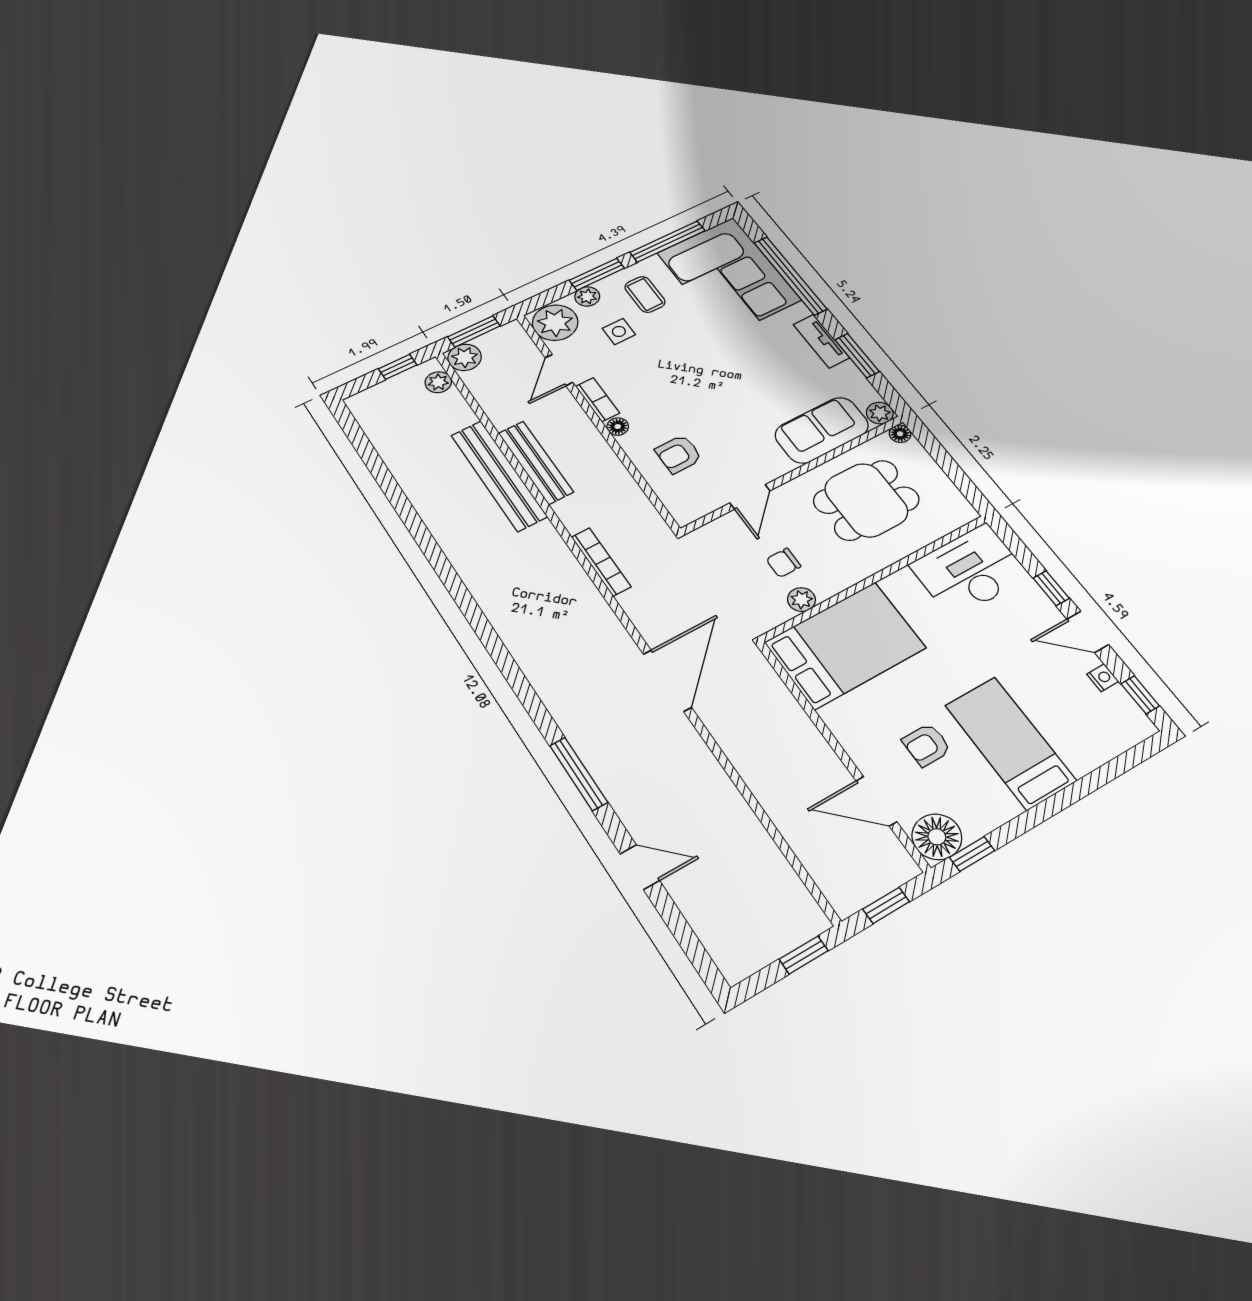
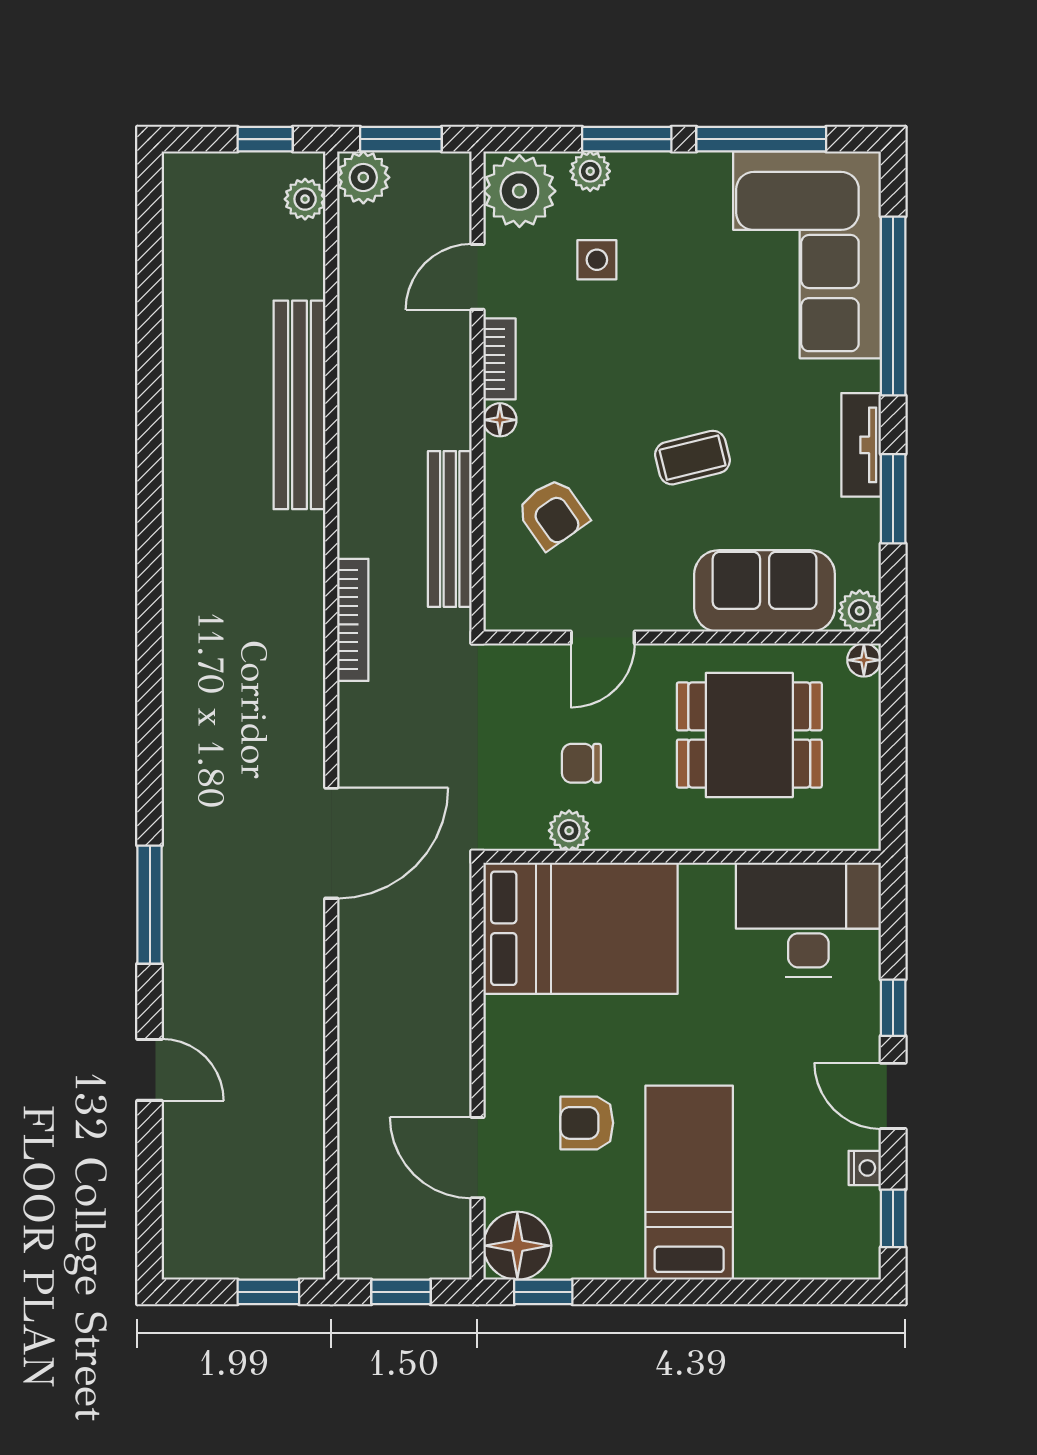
coffee table: (645, 294) -> (692, 458), moved, turned 76
armchair: (679, 454) -> (552, 514), turned -125
bench: (536, 462) -> (450, 529), moved

